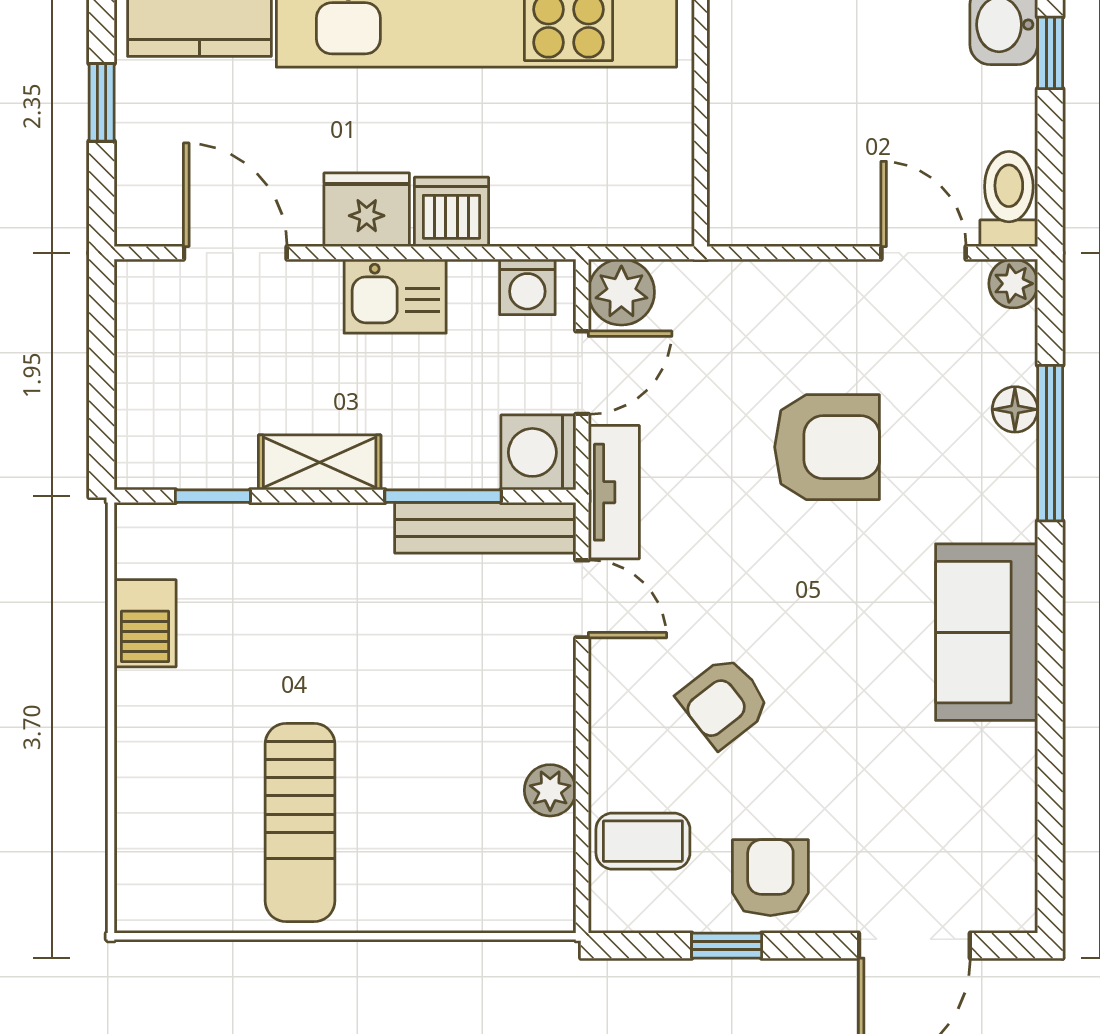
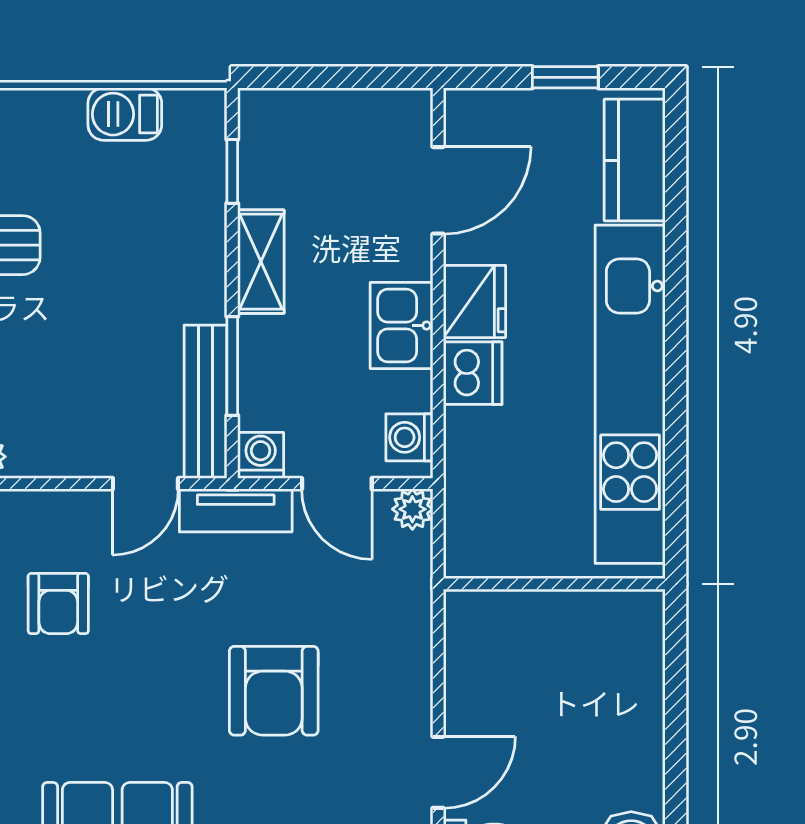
plant: (621, 292) -> (412, 509), width x0.73, depth x0.73
washing machine: (538, 452) -> (261, 455), width x0.73, depth x0.73
armchair: (724, 702) -> (58, 604), turned -142

